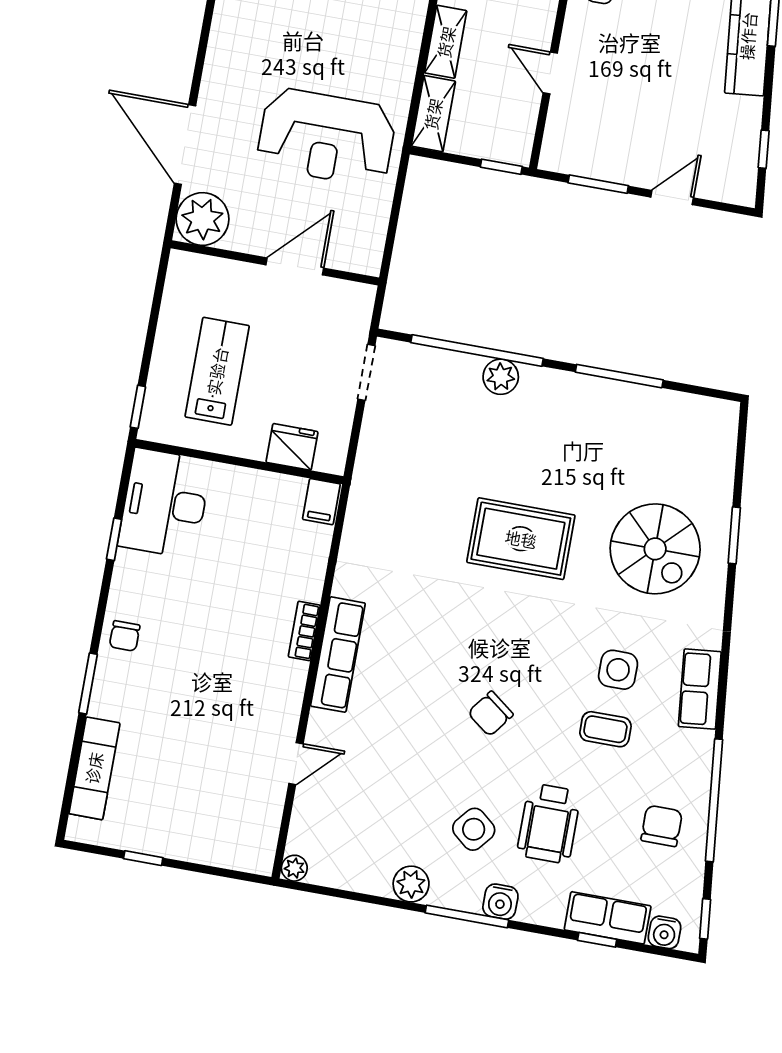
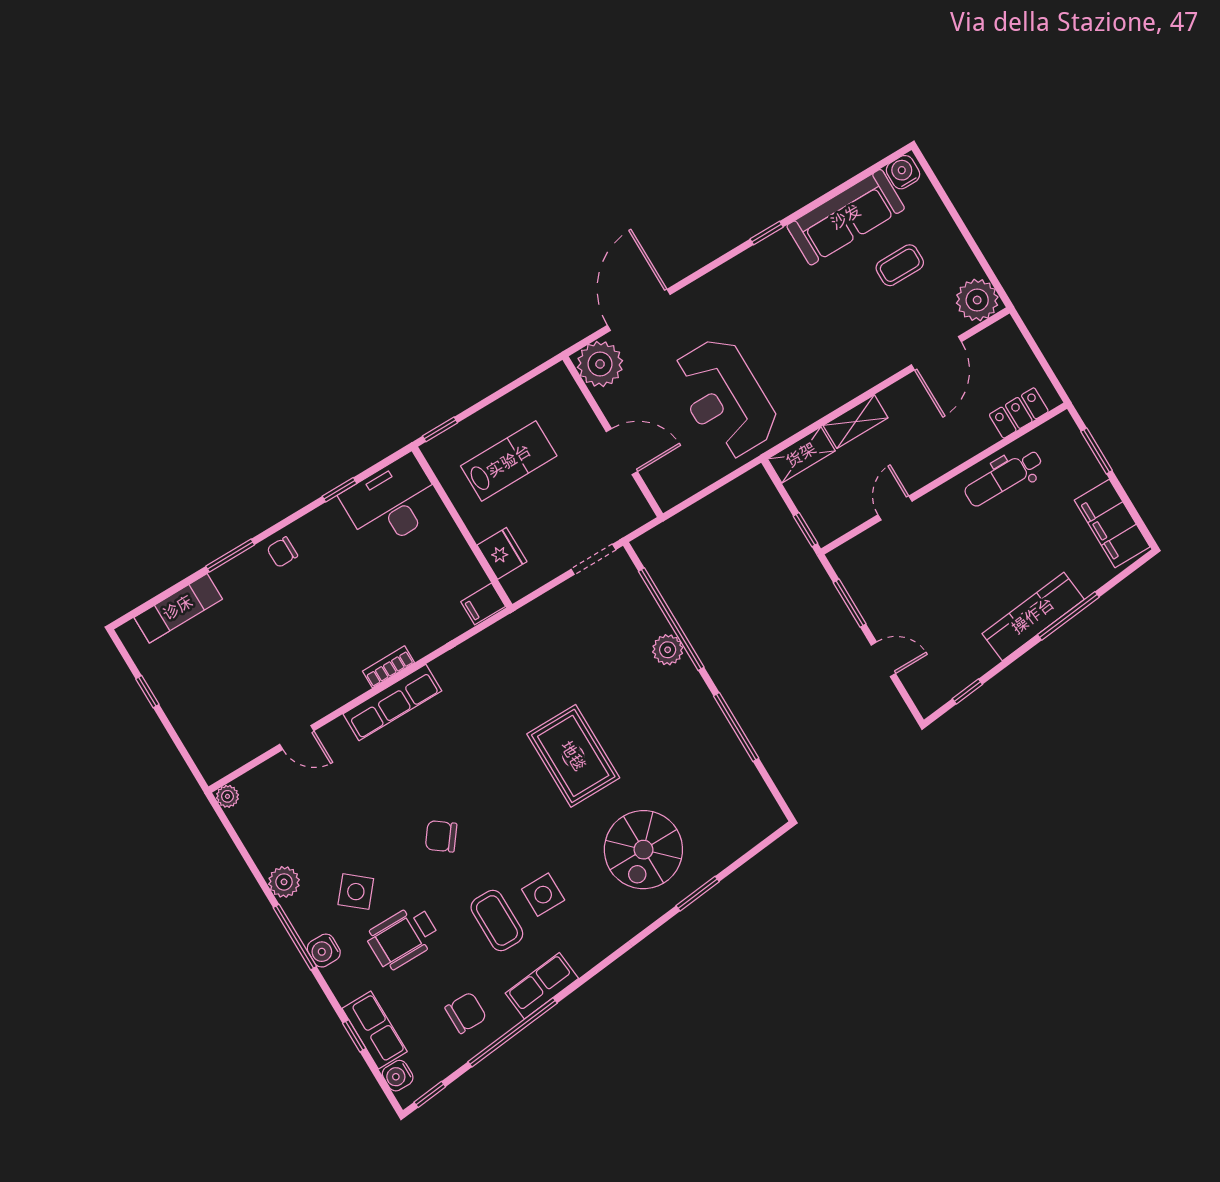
row of seats: (700, 689) -> (542, 986), moved
coffee table: (605, 729) -> (497, 920), width x1.36, depth x1.30

